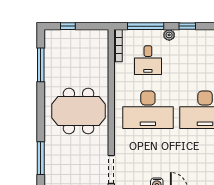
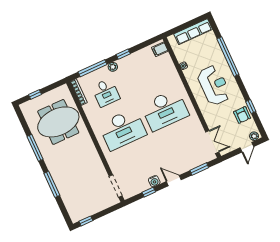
window: (41, 65) -> (35, 148), moved
meeting table: (79, 111) -> (58, 122), moved
window: (41, 158) -> (52, 184), moved

